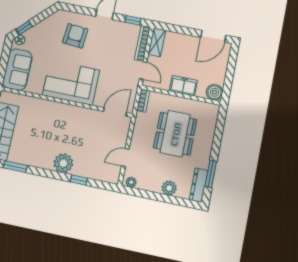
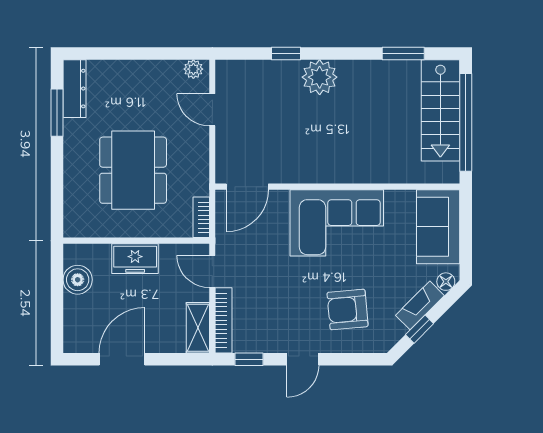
window: (24, 28) -> (420, 329), moved
fireplace: (36, 30) -> (420, 305), added
armchair: (75, 36) -> (348, 309), turned 80
door: (213, 36) -> (122, 359), moved
boiler: (214, 92) -> (78, 280), moved
door: (125, 158) -> (212, 110), swing flipped
plant: (169, 188) -> (125, 73), removed

